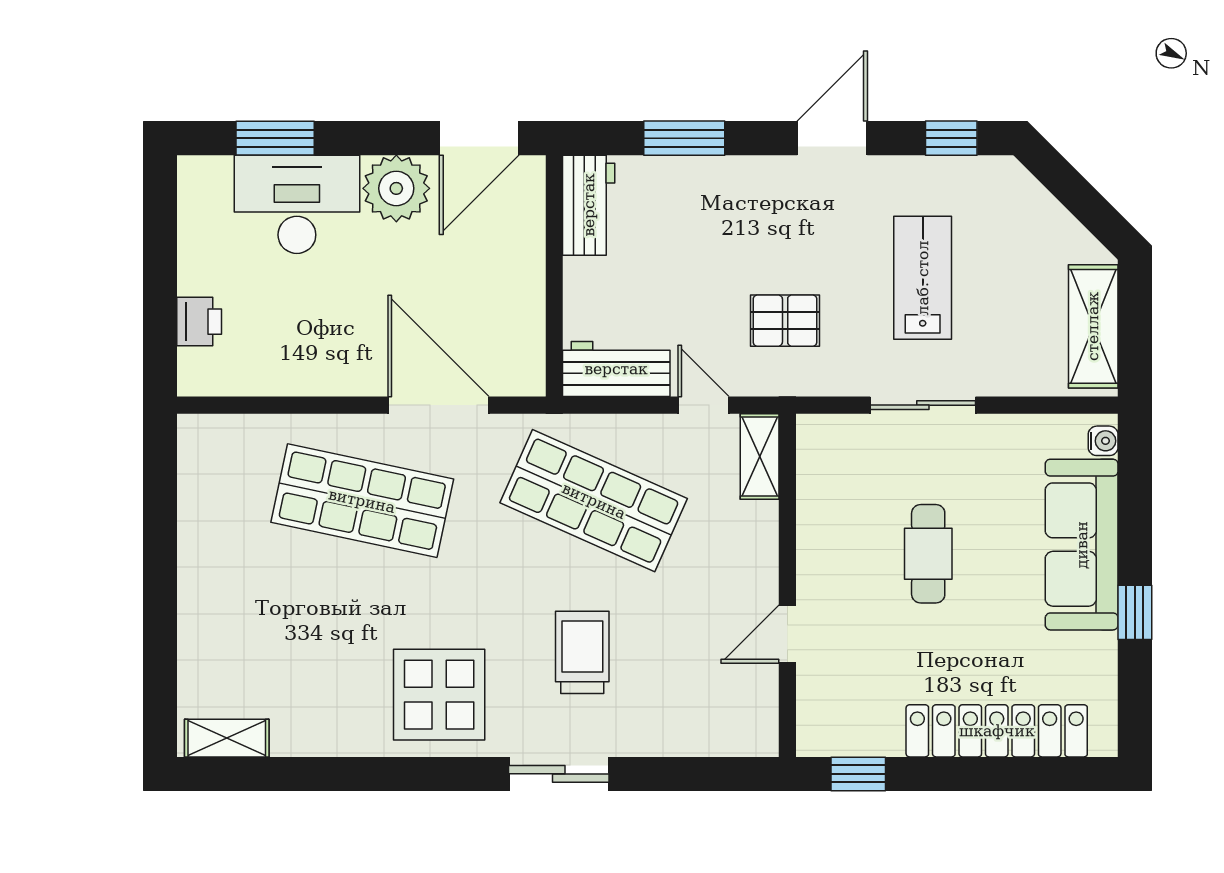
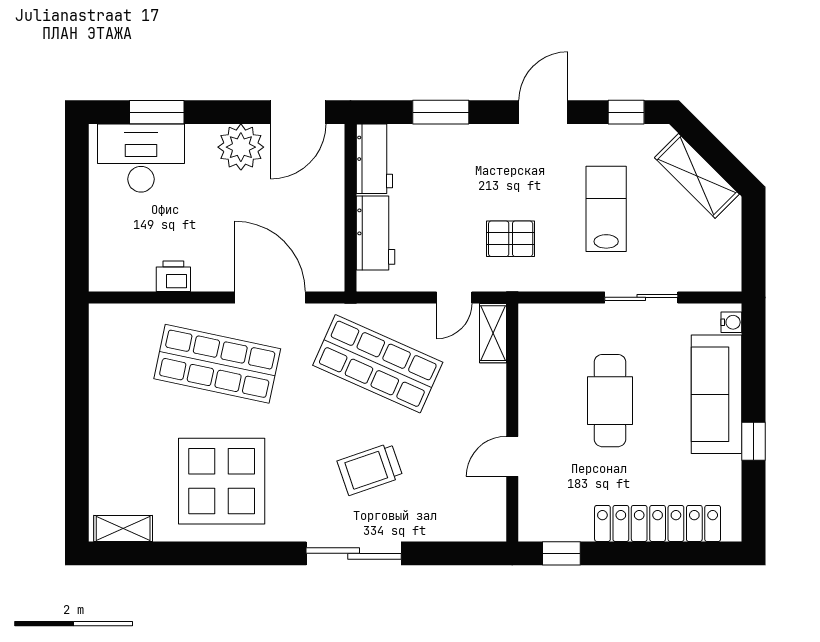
desk: (297, 204) -> (141, 158), moved
printer: (199, 322) -> (173, 276), moved, turned -90
shelving: (1093, 326) -> (697, 176), moved, turned -45
workbench: (616, 369) -> (376, 233), moved, turned 90
door: (704, 405) -> (454, 297), swing flipped
sliding door: (923, 405) -> (641, 297), moved
cafe table: (928, 554) -> (610, 401), width x1.37, depth x1.35
trolley: (582, 652) -> (370, 469), turned -109
display table: (439, 695) -> (222, 481), moved, width x1.36, depth x1.36
sliding door: (559, 774) -> (354, 553), width x1.37

